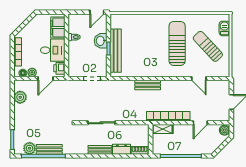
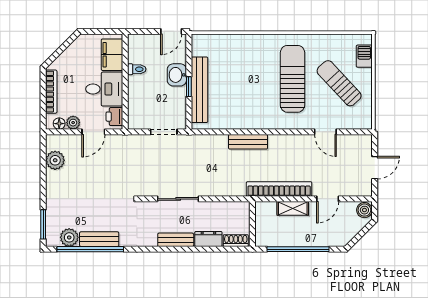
shelving: (163, 129) -> (293, 208), moved

